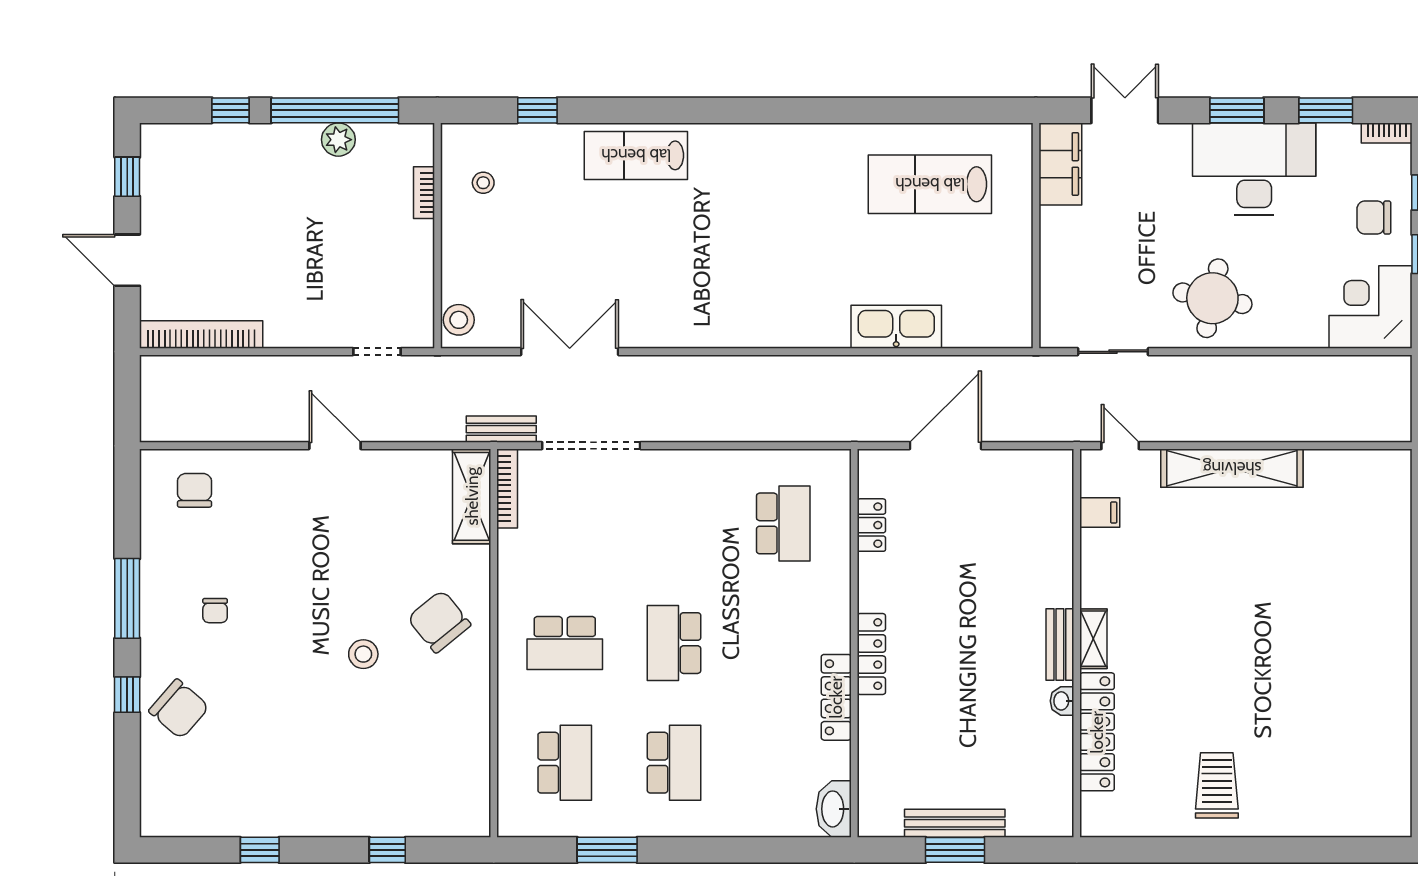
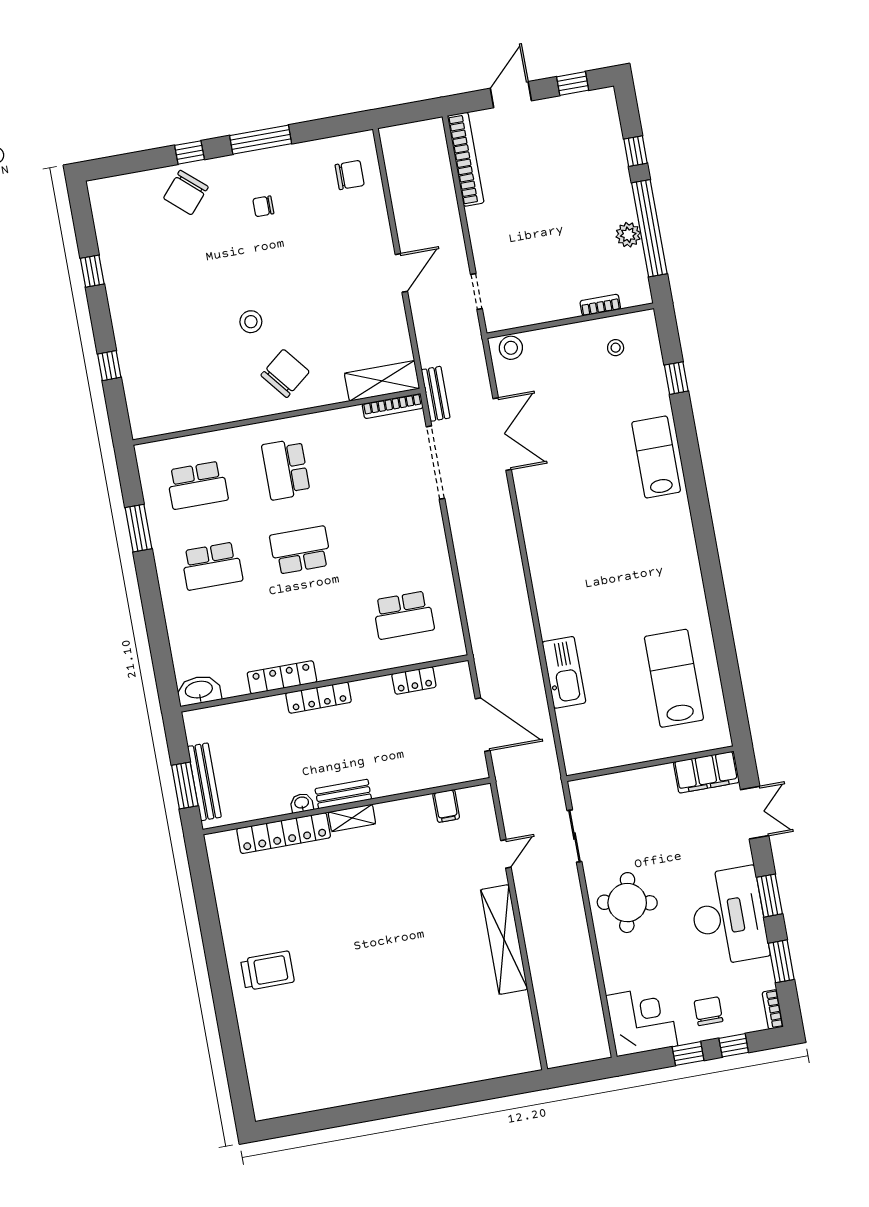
filing cabinet: (1100, 513) -> (446, 806), moved
shelving: (1093, 639) -> (352, 818), moved
wall: (1077, 643) -> (347, 806), moved
bench: (1060, 644) -> (343, 794), moved
washbasin: (1062, 701) -> (302, 803), moved
locker: (1097, 732) -> (284, 833), moved

